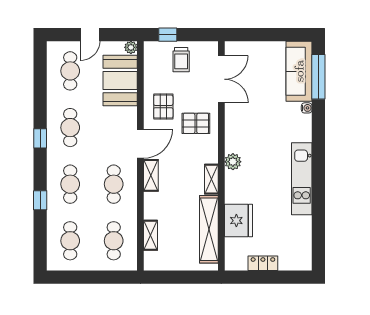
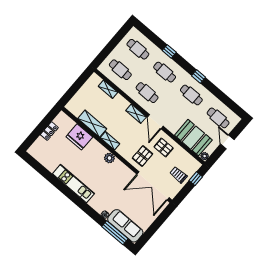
double door: (221, 79) -> (153, 186), width x1.36
shelving: (209, 229) -> (92, 124), width x0.68

